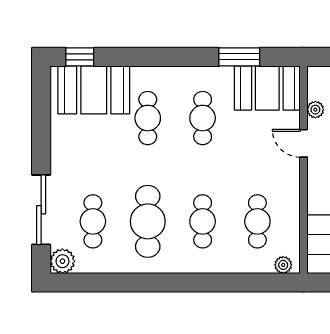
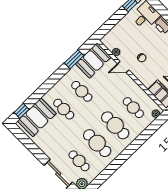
cafe table: (203, 221) -> (115, 125), width x1.37, depth x1.35

